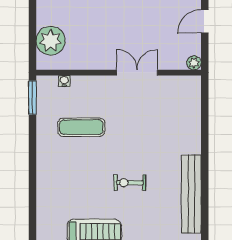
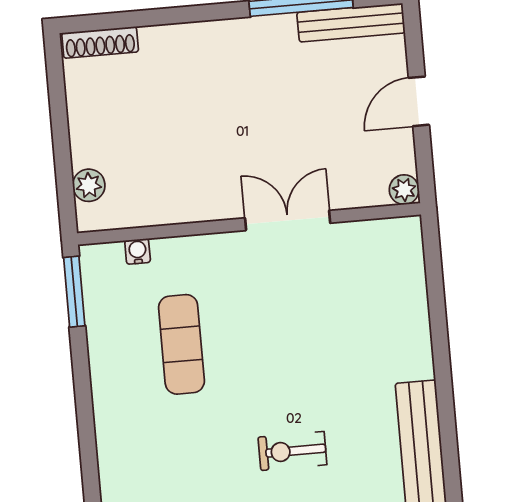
plant: (51, 41) -> (89, 185), width x0.53, depth x0.53
exercise mat: (81, 127) -> (181, 344), turned 90

